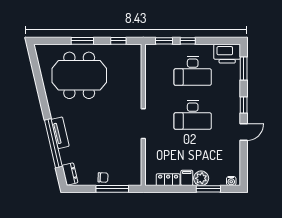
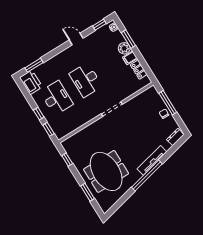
window: (82, 41) -> (87, 192), moved
window: (244, 105) -> (99, 25), moved
desk: (193, 115) -> (86, 80), turned 180
tv unit: (60, 133) -> (152, 160), width x1.41
window: (53, 143) -> (147, 175), moved

